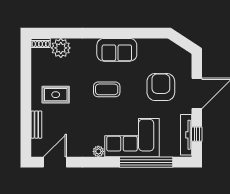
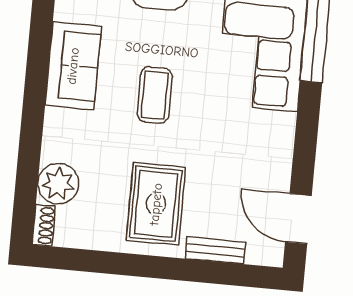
rug: (56, 95) -> (156, 204), width x1.36, depth x1.43
plant: (98, 151) -> (284, 125), removed

